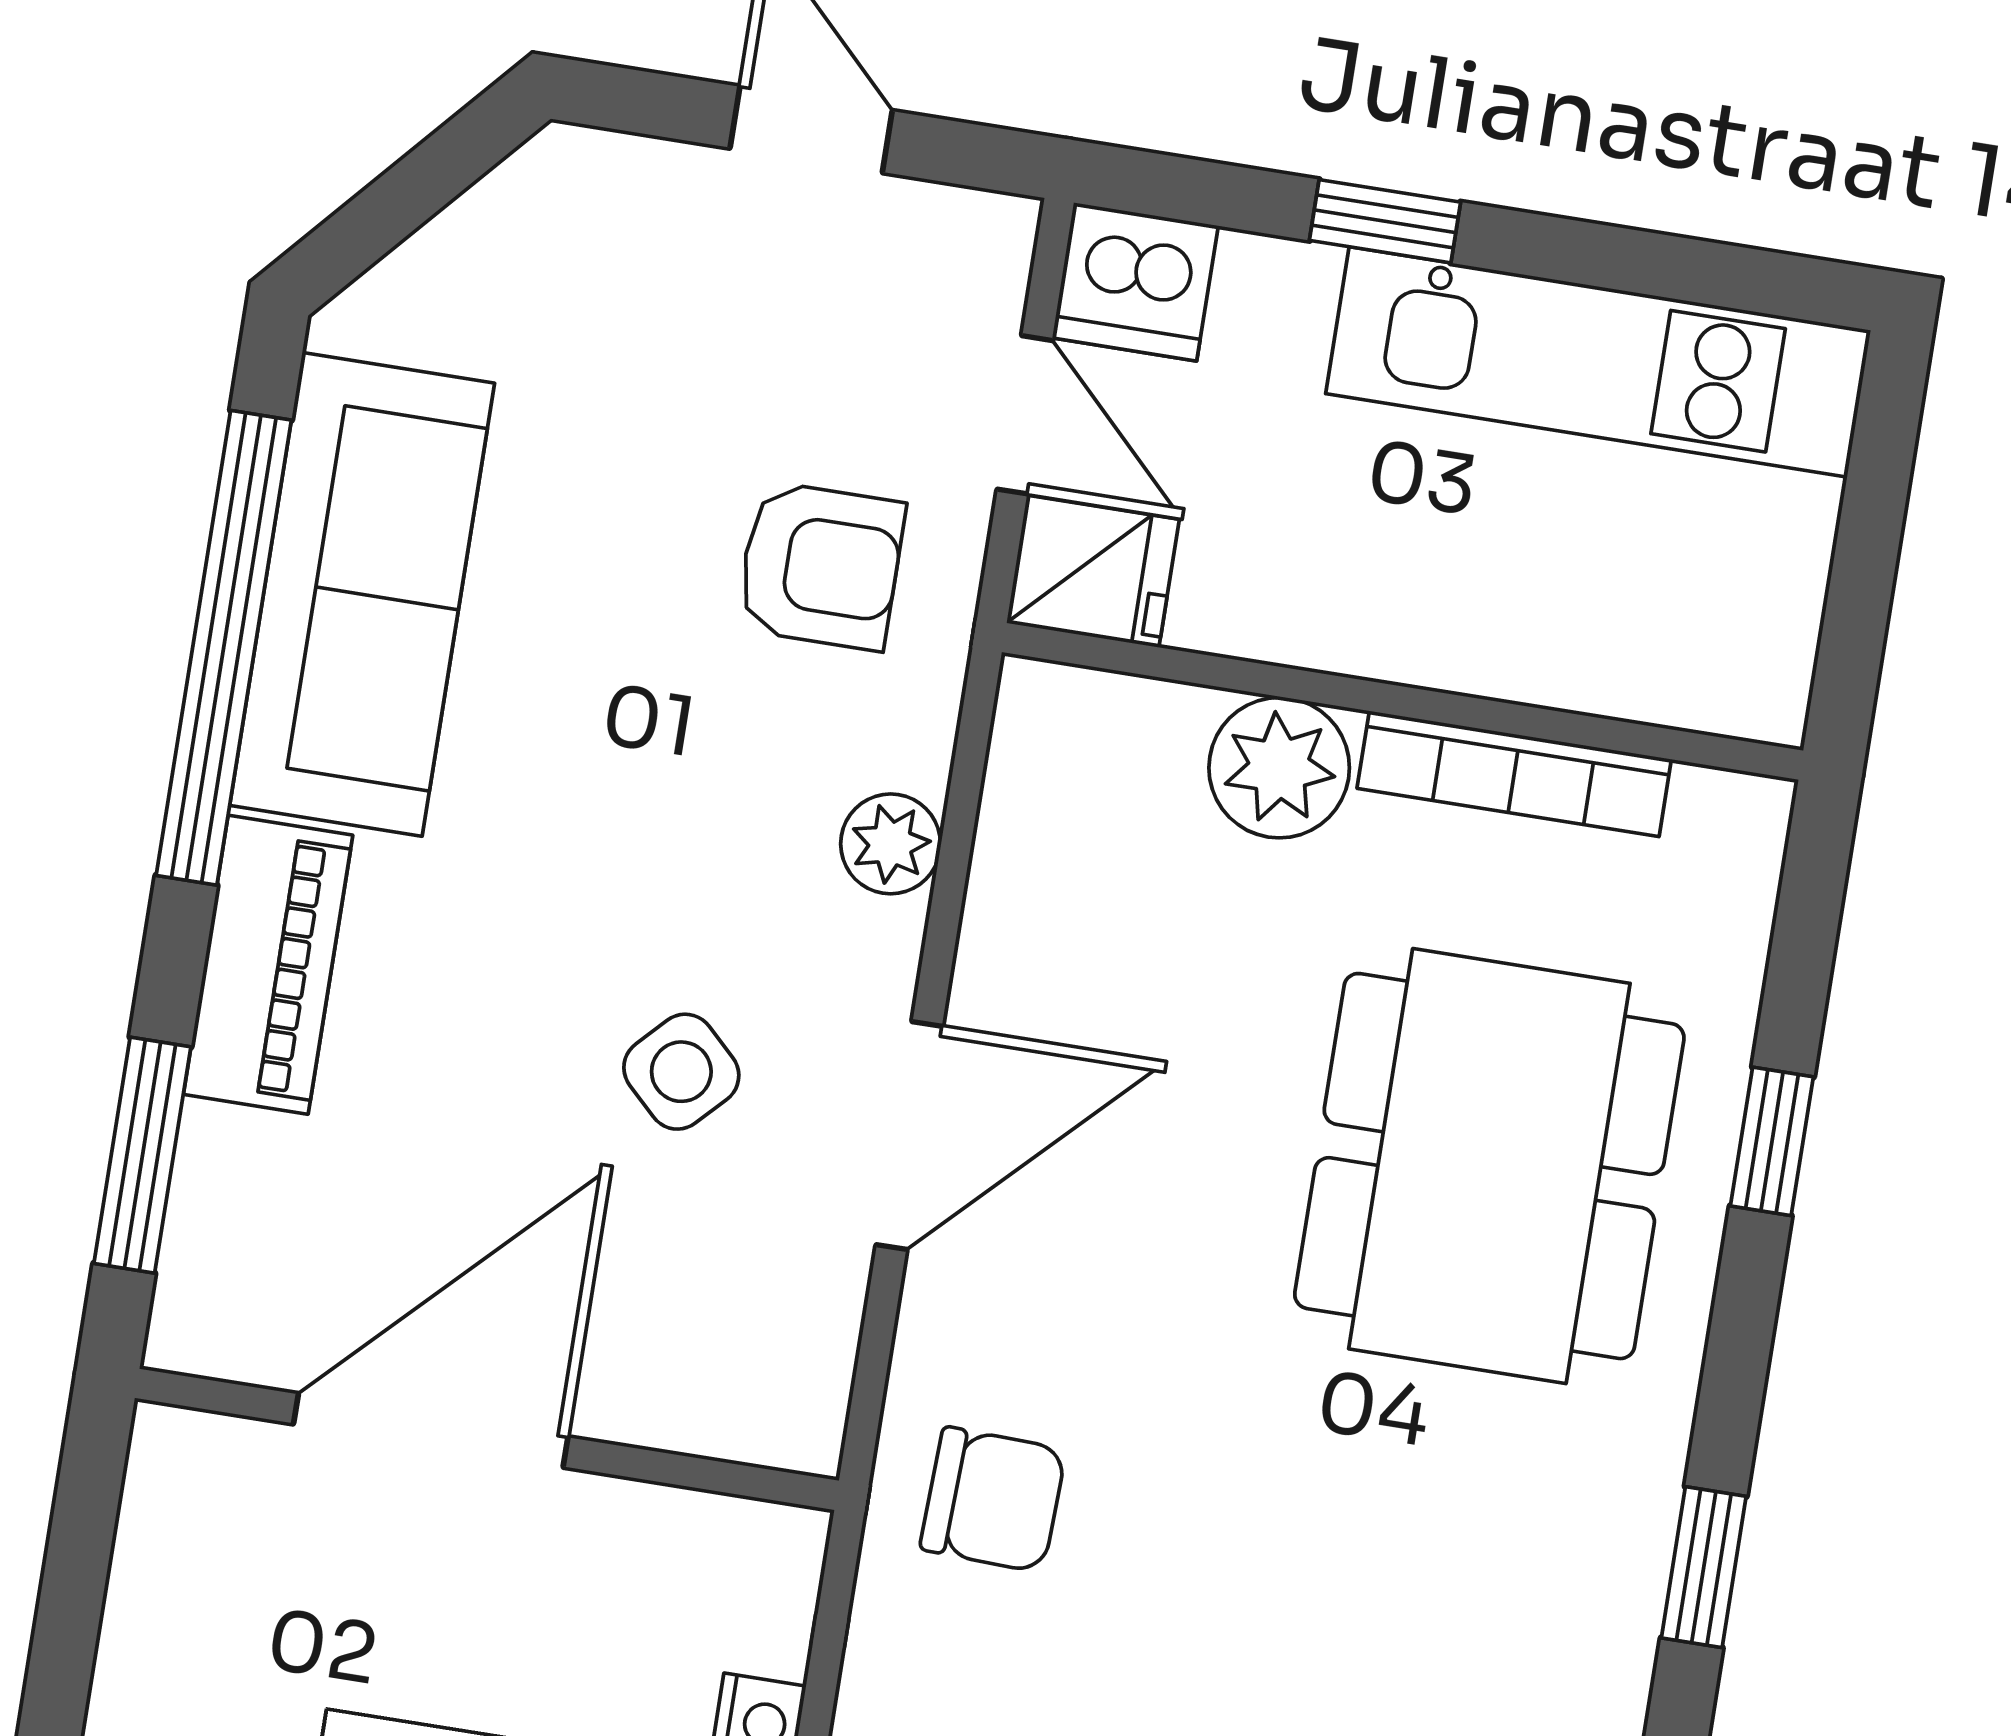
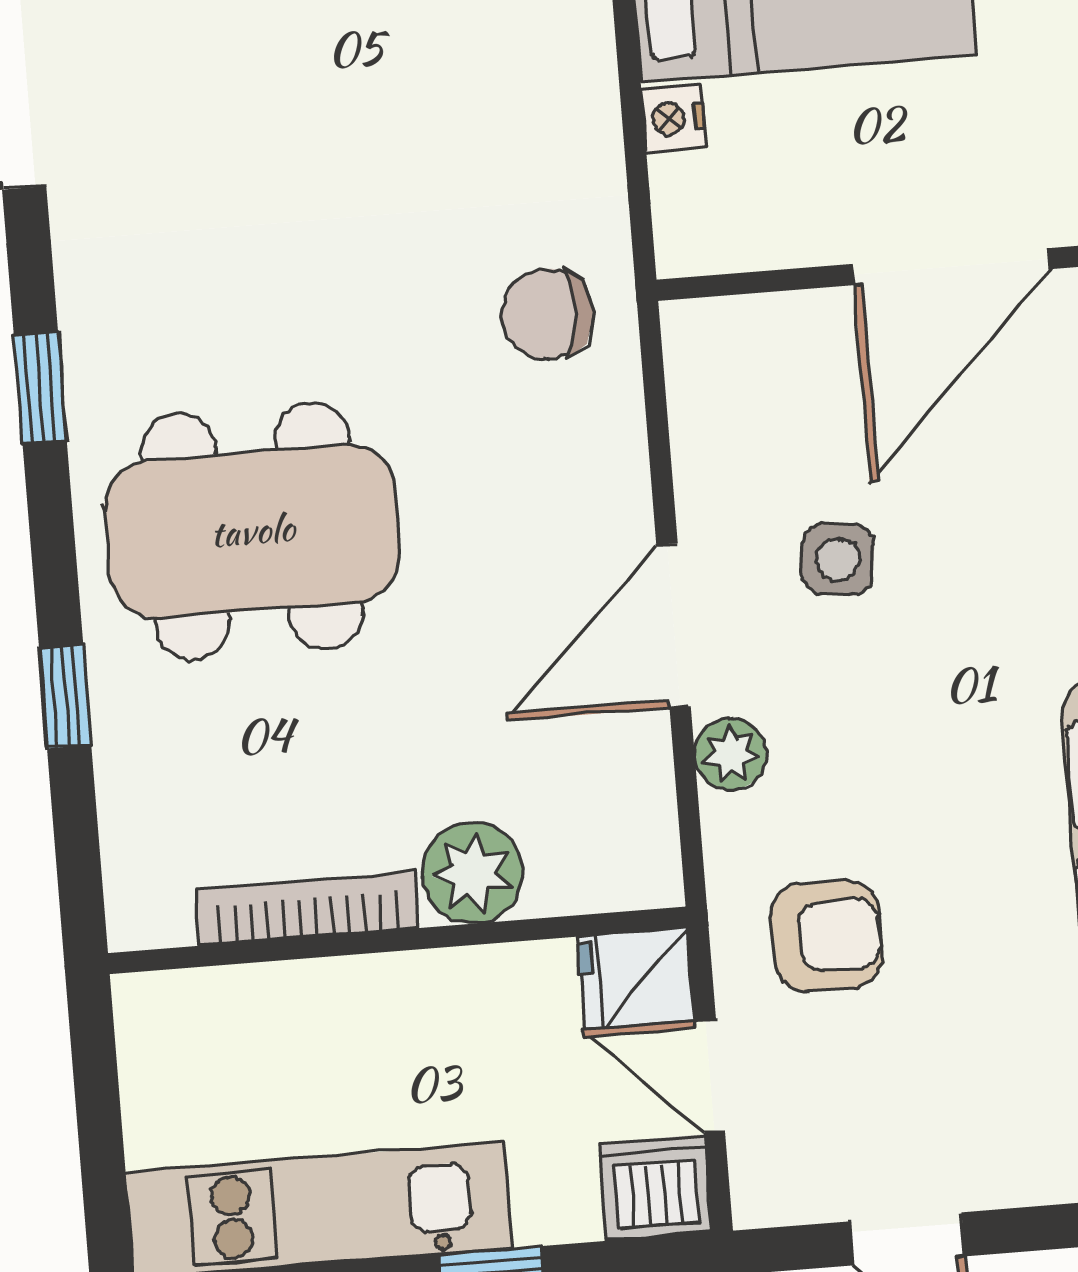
armchair: (820, 566) -> (827, 936), turned 180
side table: (681, 1072) -> (838, 559), turned -36
door: (909, 1135) -> (674, 625), moved
dining table: (1489, 1166) -> (252, 531), moved, turned 90

